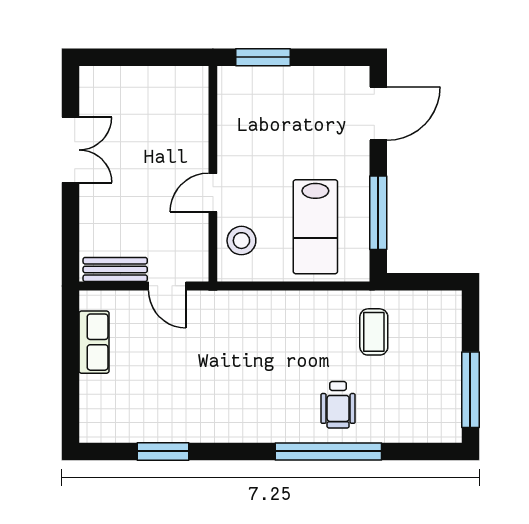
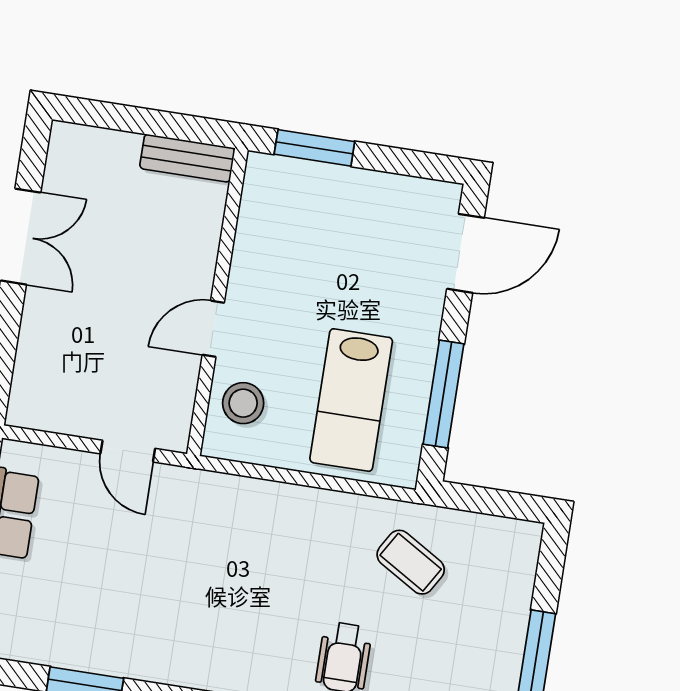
bench: (115, 269) -> (187, 158), moved
coffee table: (374, 332) -> (411, 562), turned -59

